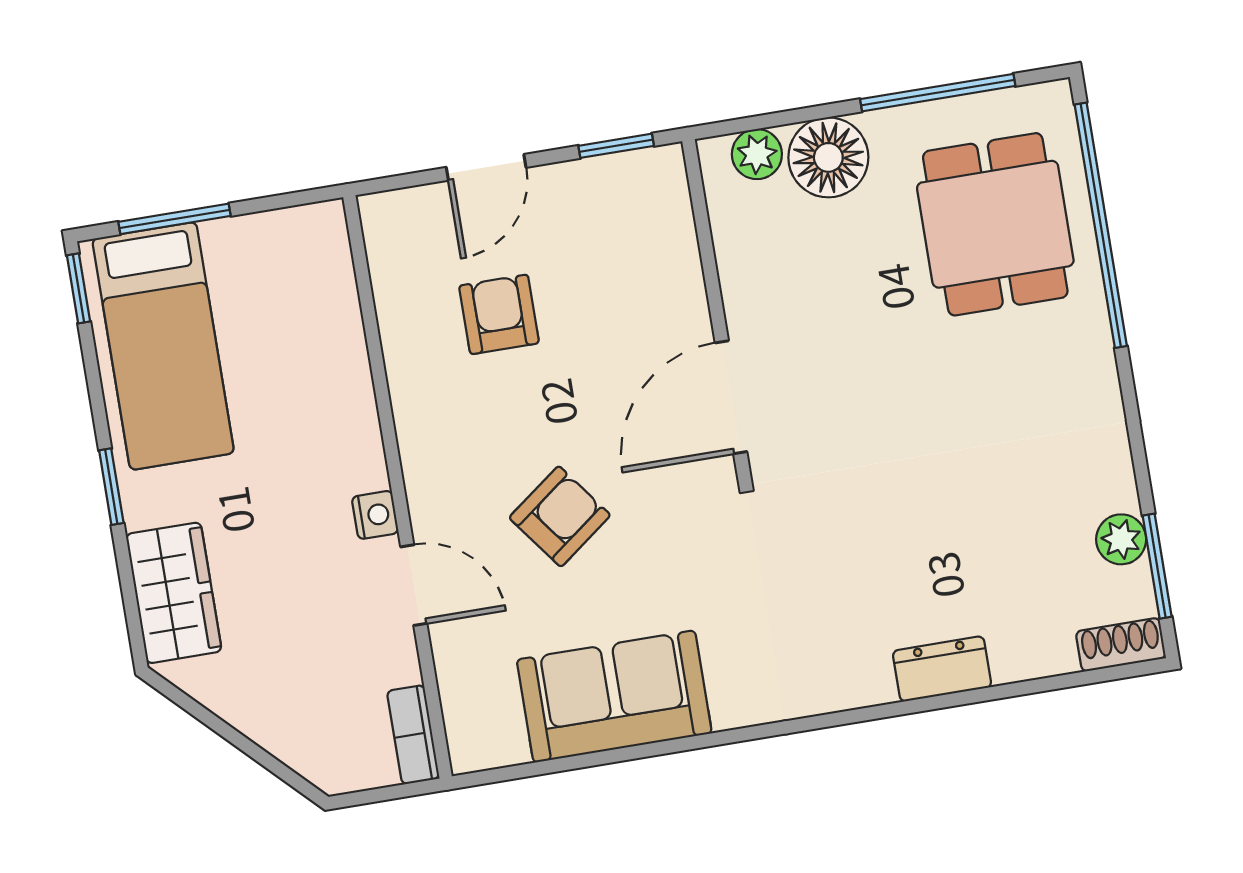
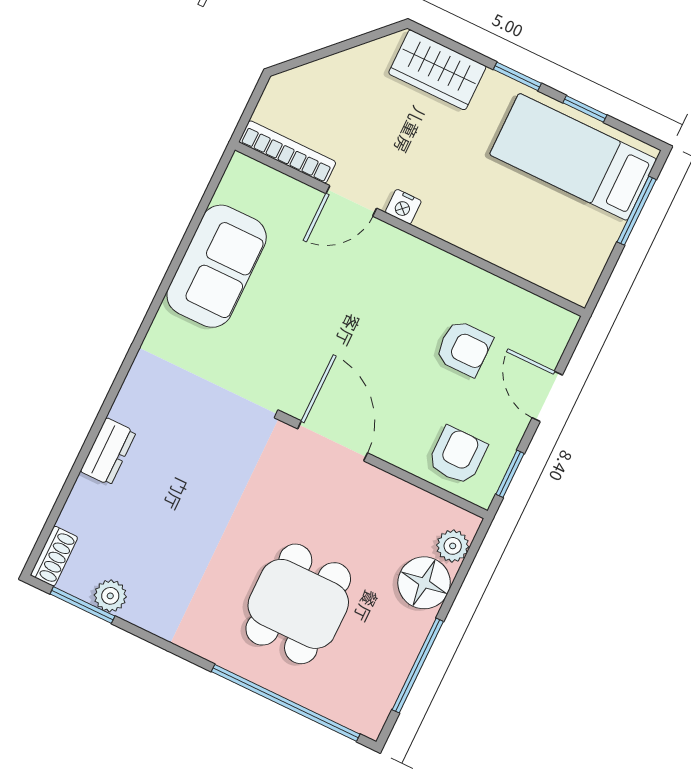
dining table: (995, 224) -> (298, 604), moved, turned 90
window: (78, 288) -> (585, 109), moved
armchair: (560, 516) -> (457, 456), moved, turned -143
bookcase: (413, 735) -> (287, 152), width x1.56

